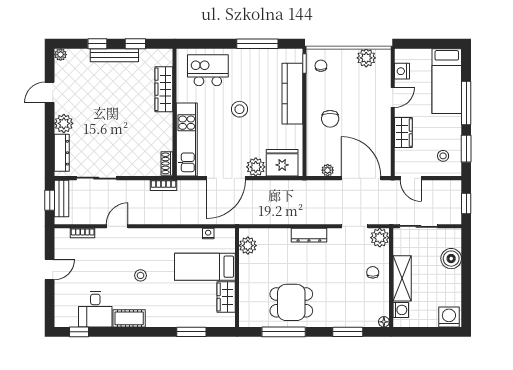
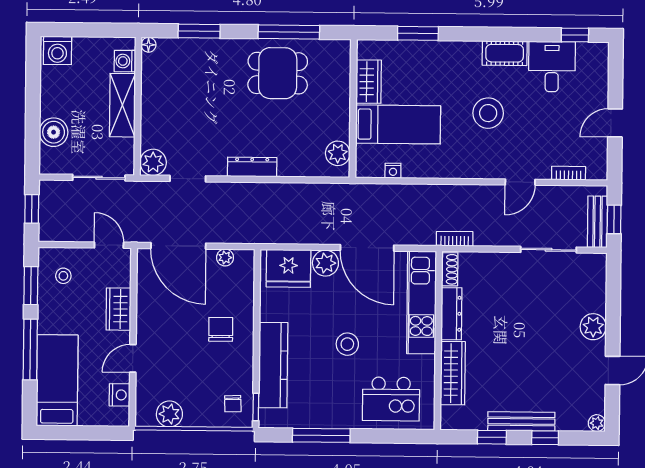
dresser: (62, 153) -> (451, 314), moved, turned 180
door: (226, 178) -> (367, 248), swing flipped
chair: (373, 272) -> (163, 114), removed
stool: (141, 275) -> (488, 113), width x1.89, depth x1.89

